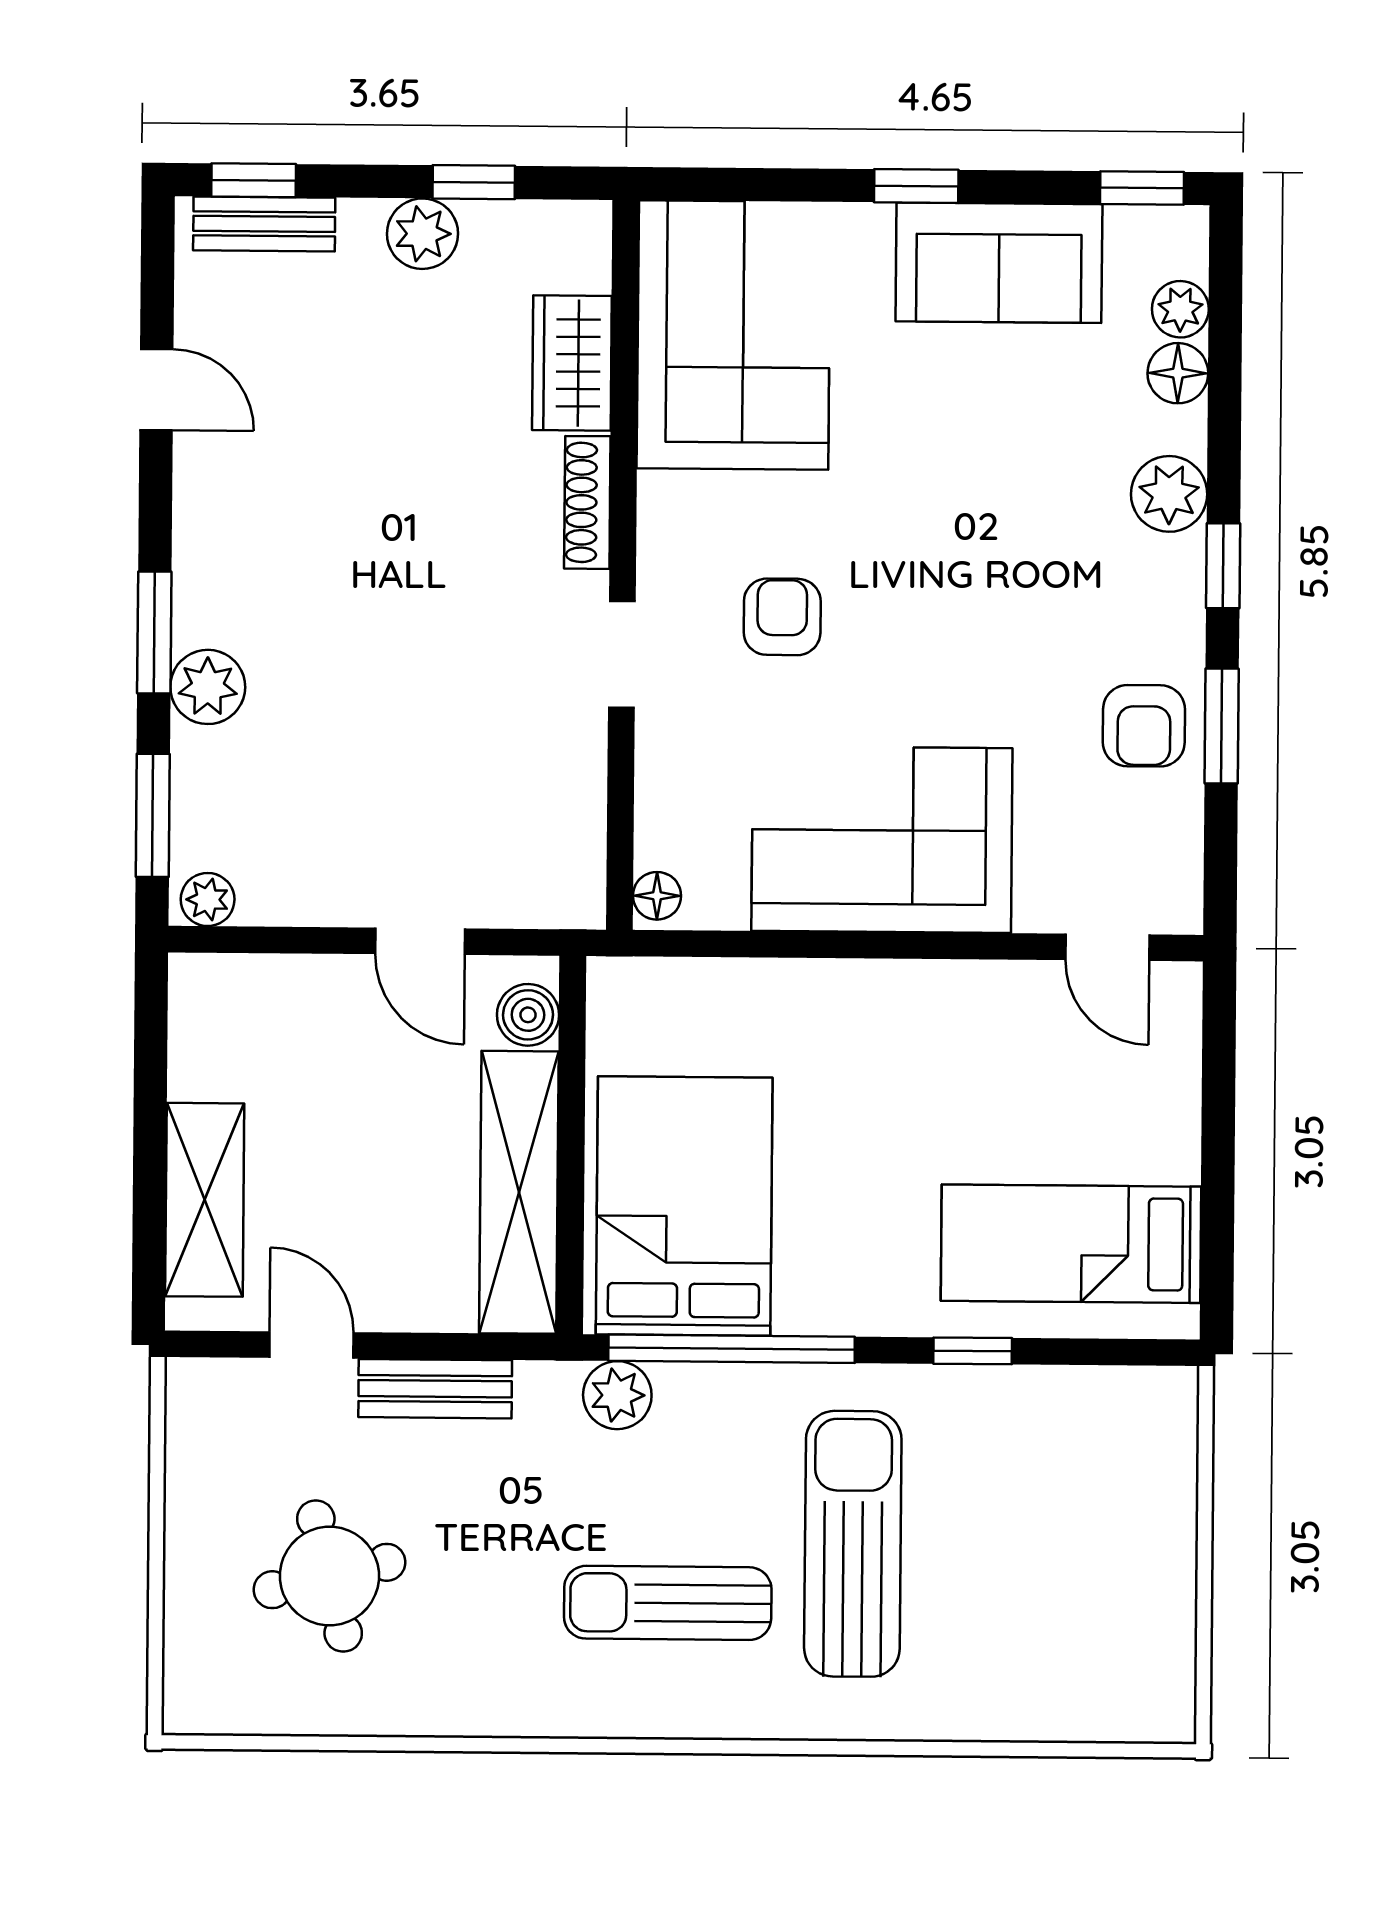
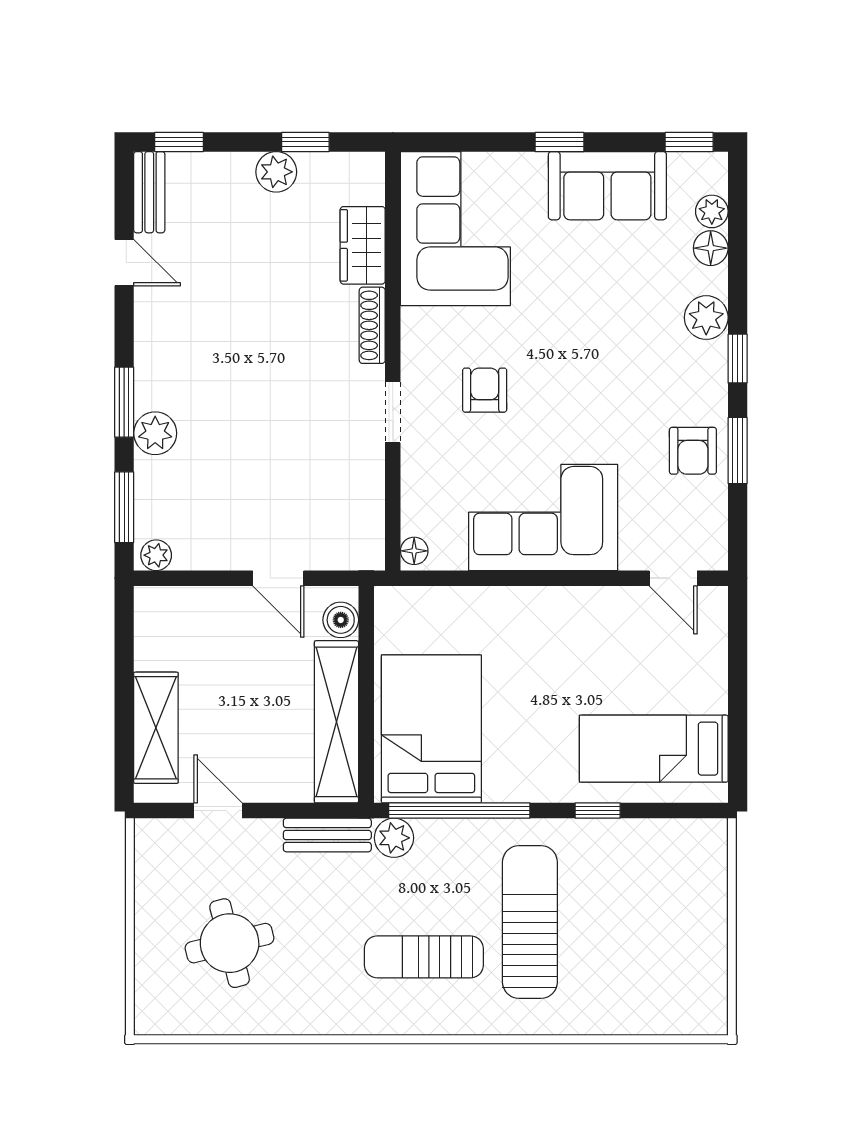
bench: (264, 224) -> (149, 192), moved, turned 90
bench: (435, 1389) -> (327, 835), moved

